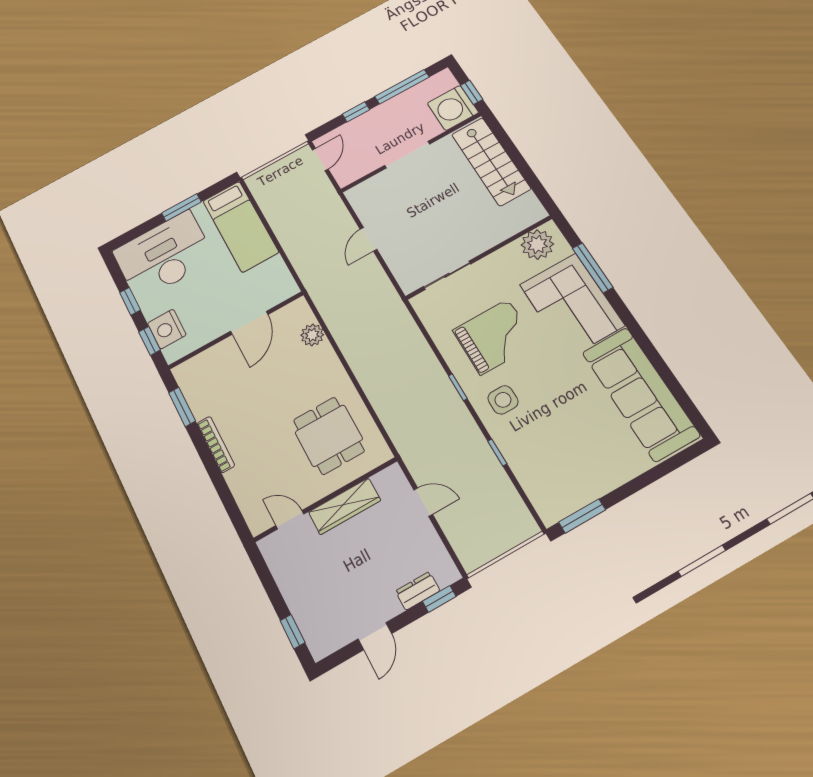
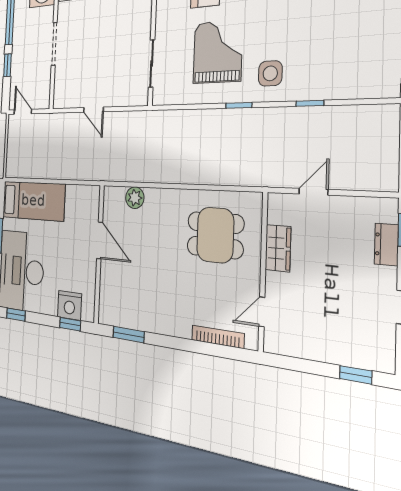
window: (130, 301) -> (16, 315), moved
bookcase: (216, 444) -> (218, 337), moved
wardrobe: (345, 506) -> (278, 248), width x0.67

